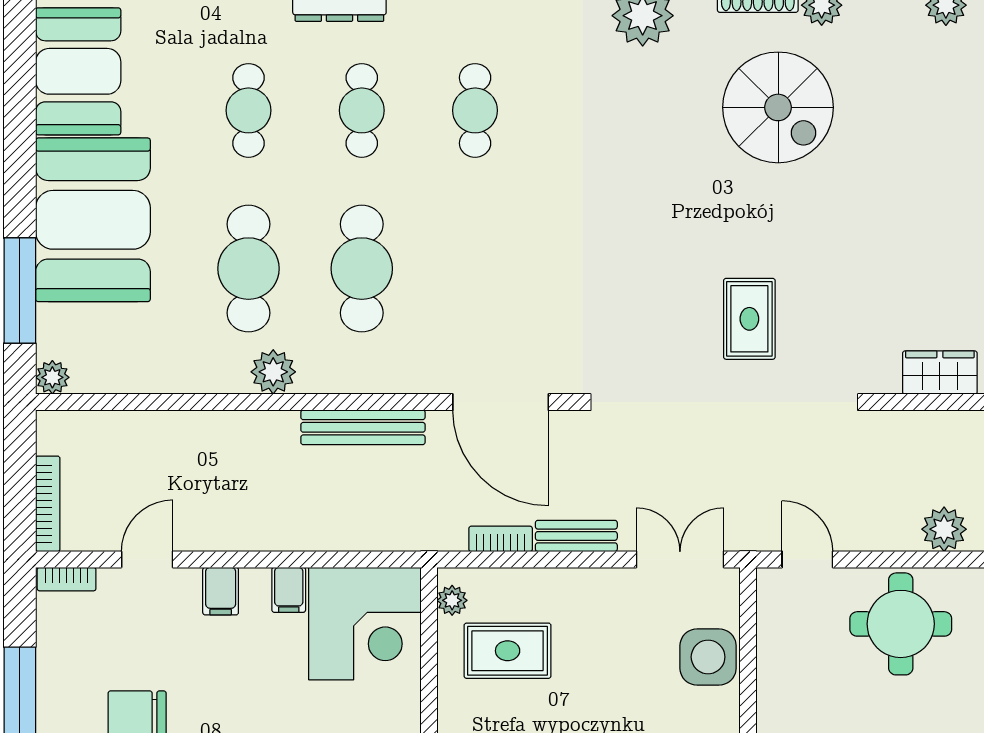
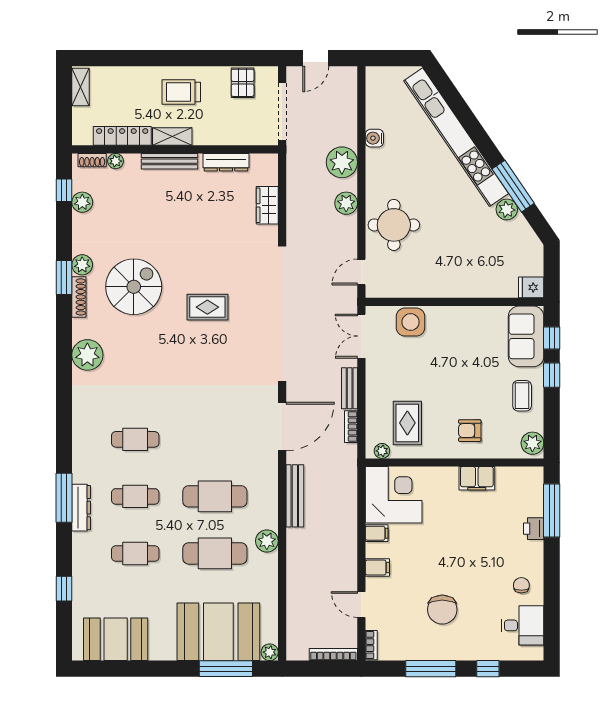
booth: (93, 220) -> (218, 632), moved
rug: (749, 319) -> (207, 307), moved

